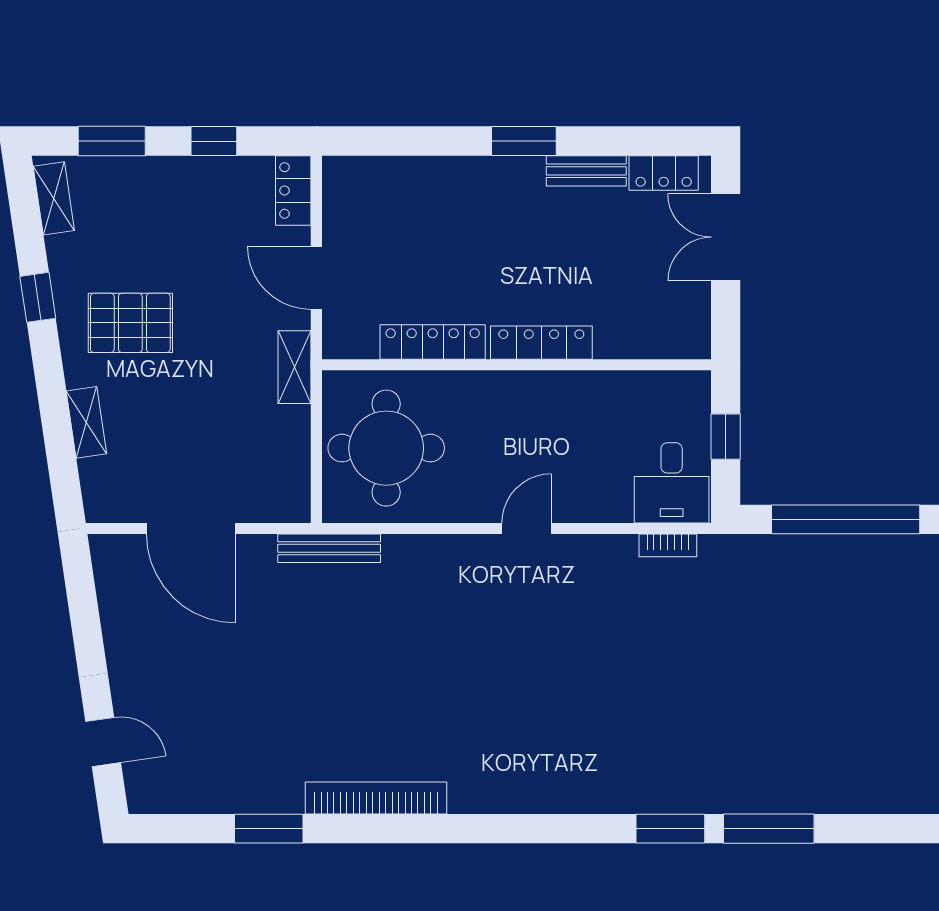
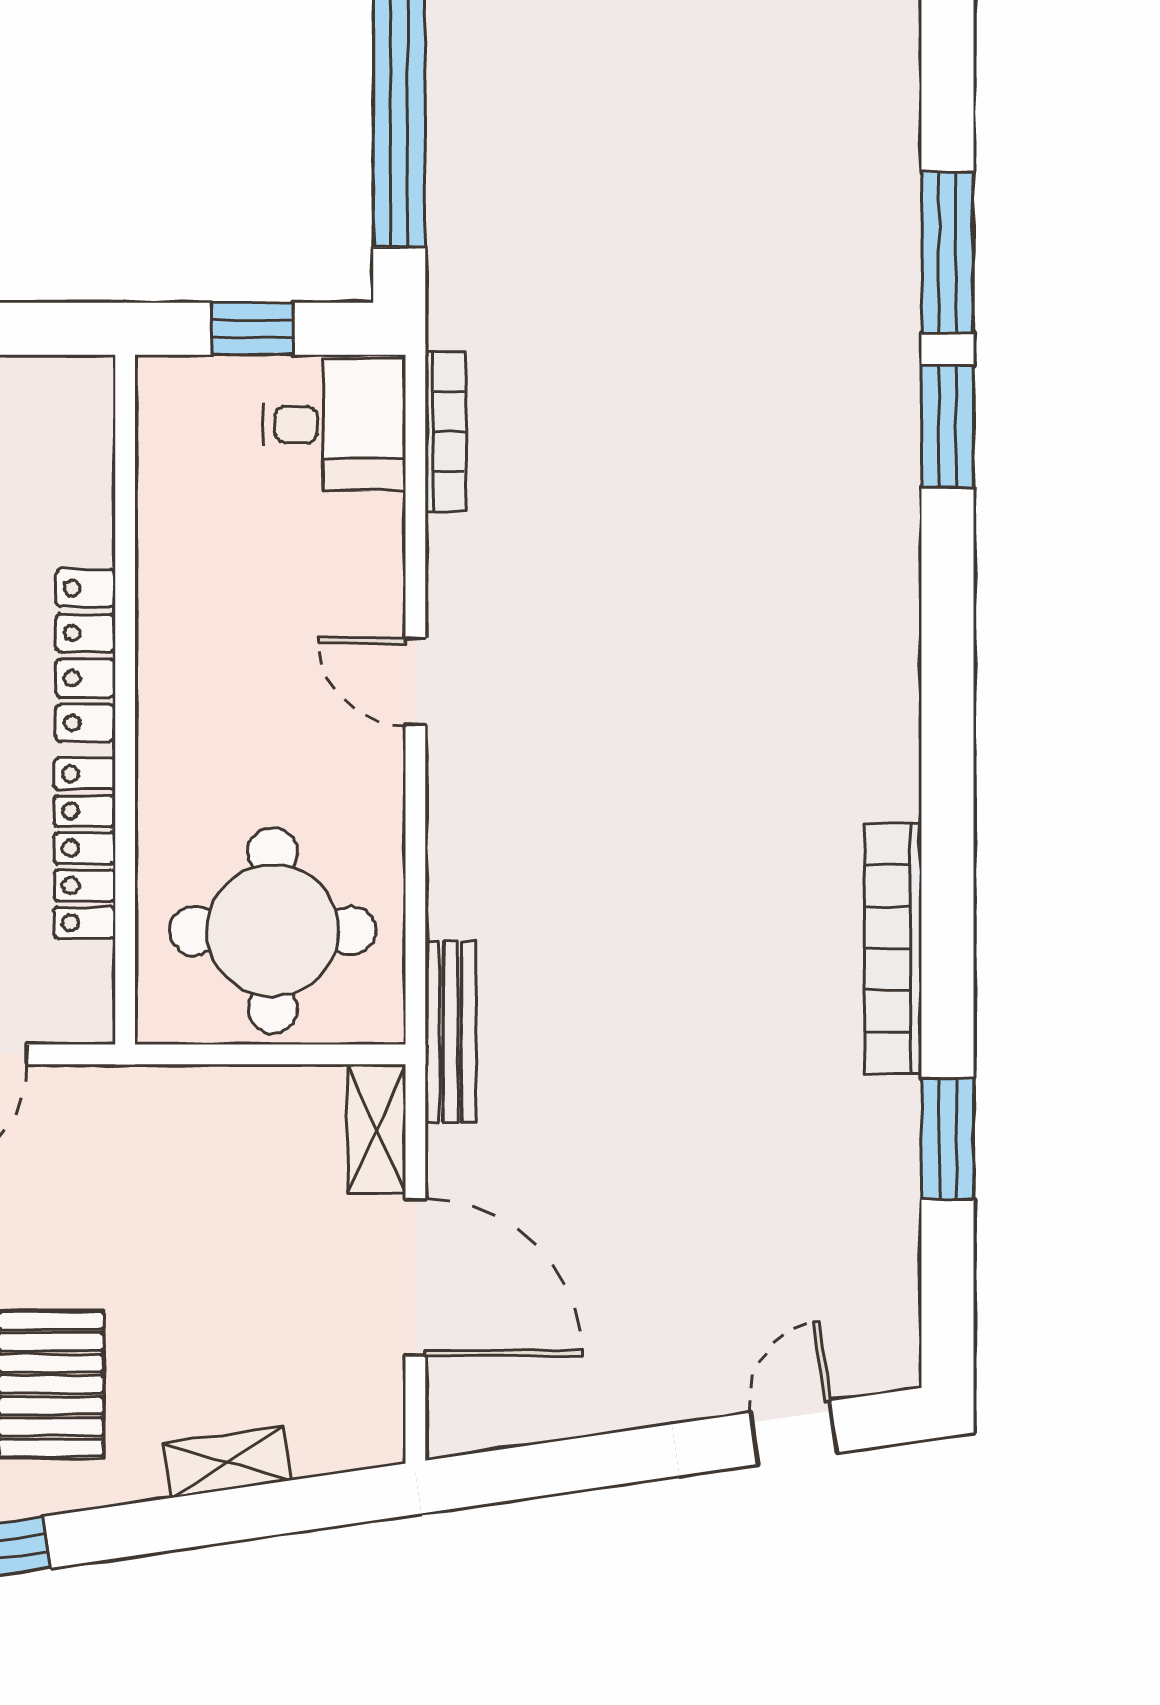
shelving: (295, 367) -> (377, 1129), moved, turned 90
door: (191, 528) -> (415, 1277), hinge flipped
bookcase: (668, 545) -> (445, 431), width x1.56

